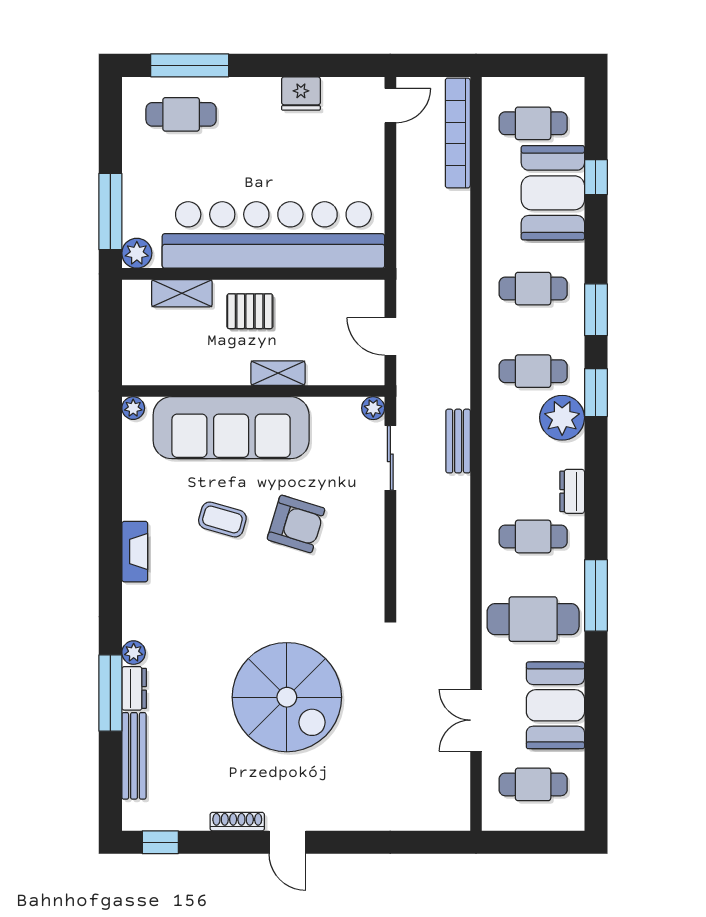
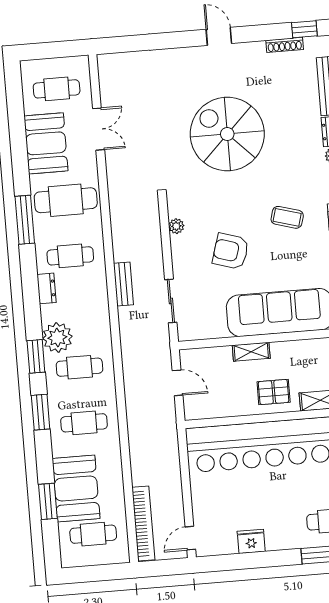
window: (596, 177) -> (48, 501), width x1.50
plant: (373, 408) -> (176, 226), moved
bench: (458, 441) -> (123, 284), moved
coffee table: (222, 519) -> (287, 217), moved
shoe rack: (237, 822) -> (285, 45), moved

